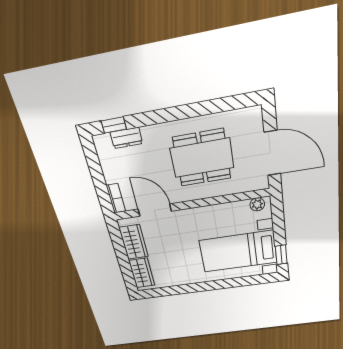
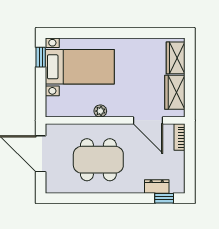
plant: (257, 204) -> (100, 111), moved

